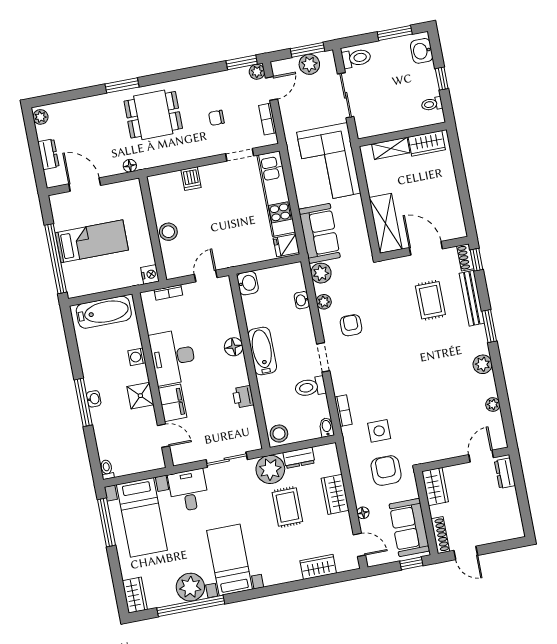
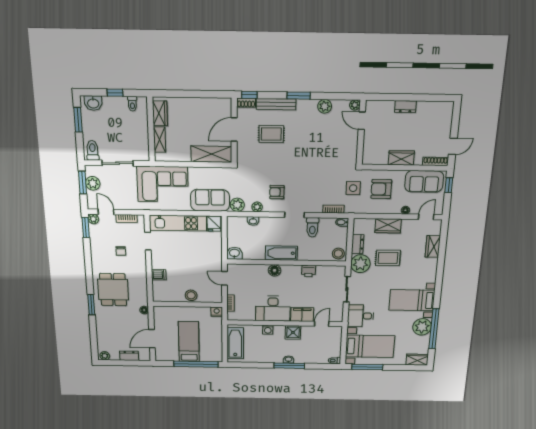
door: (481, 456) -> (362, 121), moved
wall: (465, 459) -> (361, 133), moved

